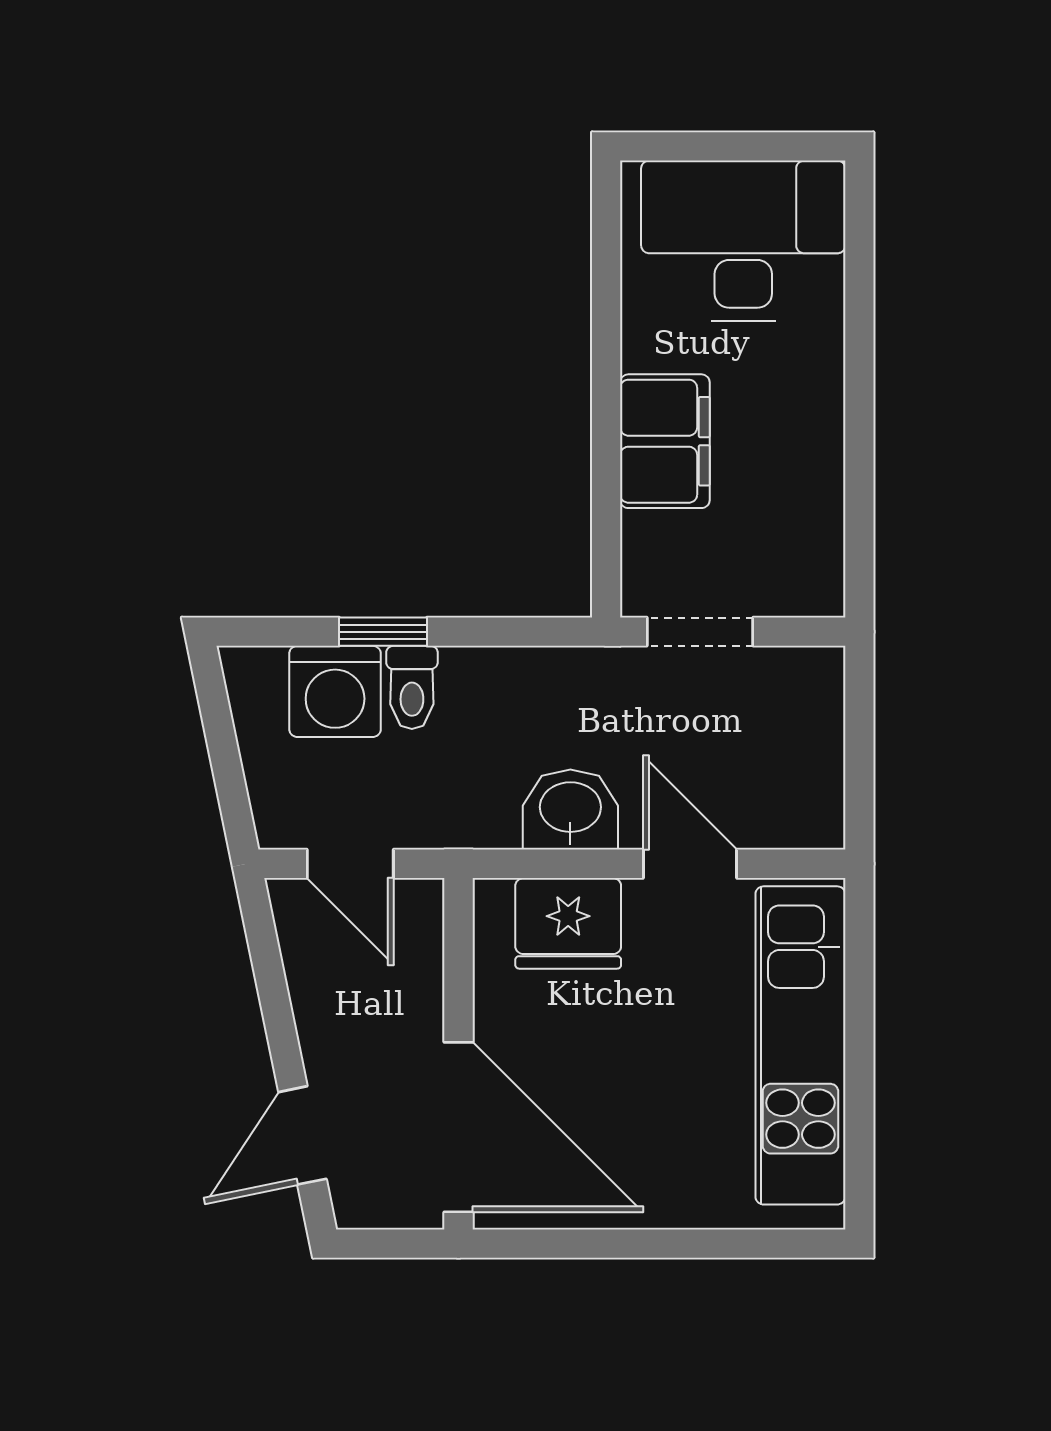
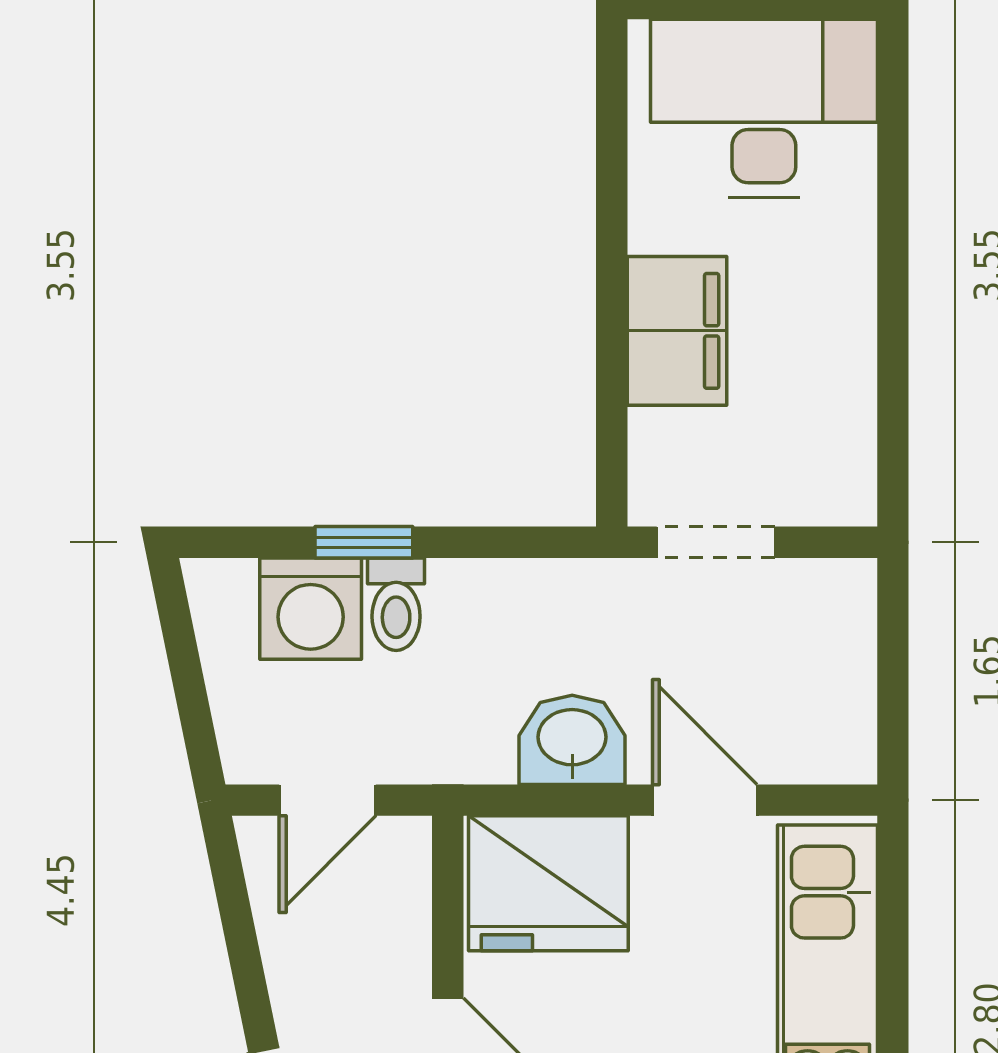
door: (350, 864) -> (327, 800), hinge flipped
fridge: (568, 923) -> (548, 883), width x1.36, depth x1.34

